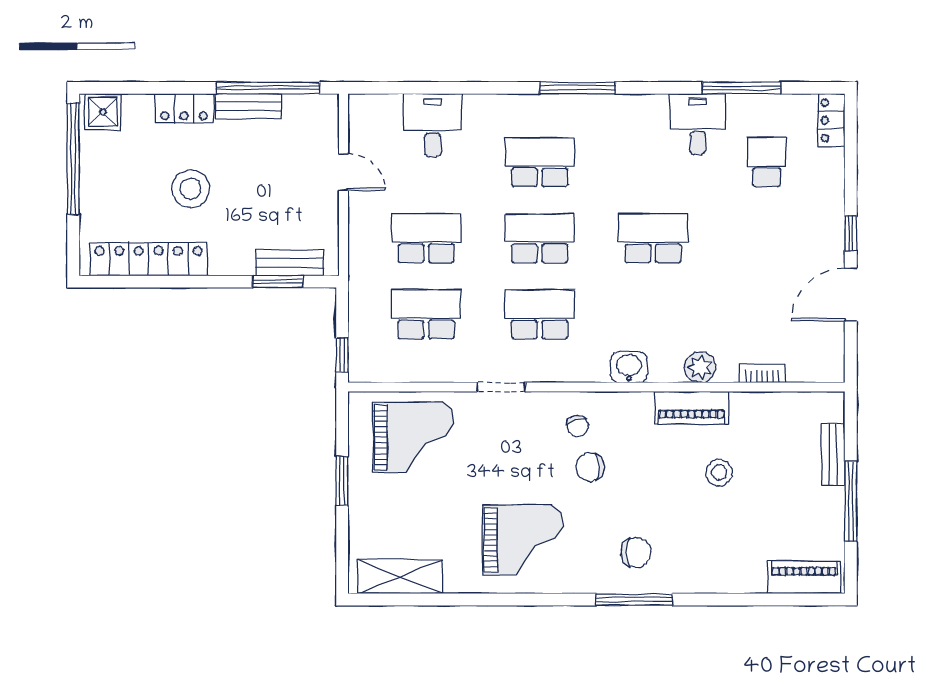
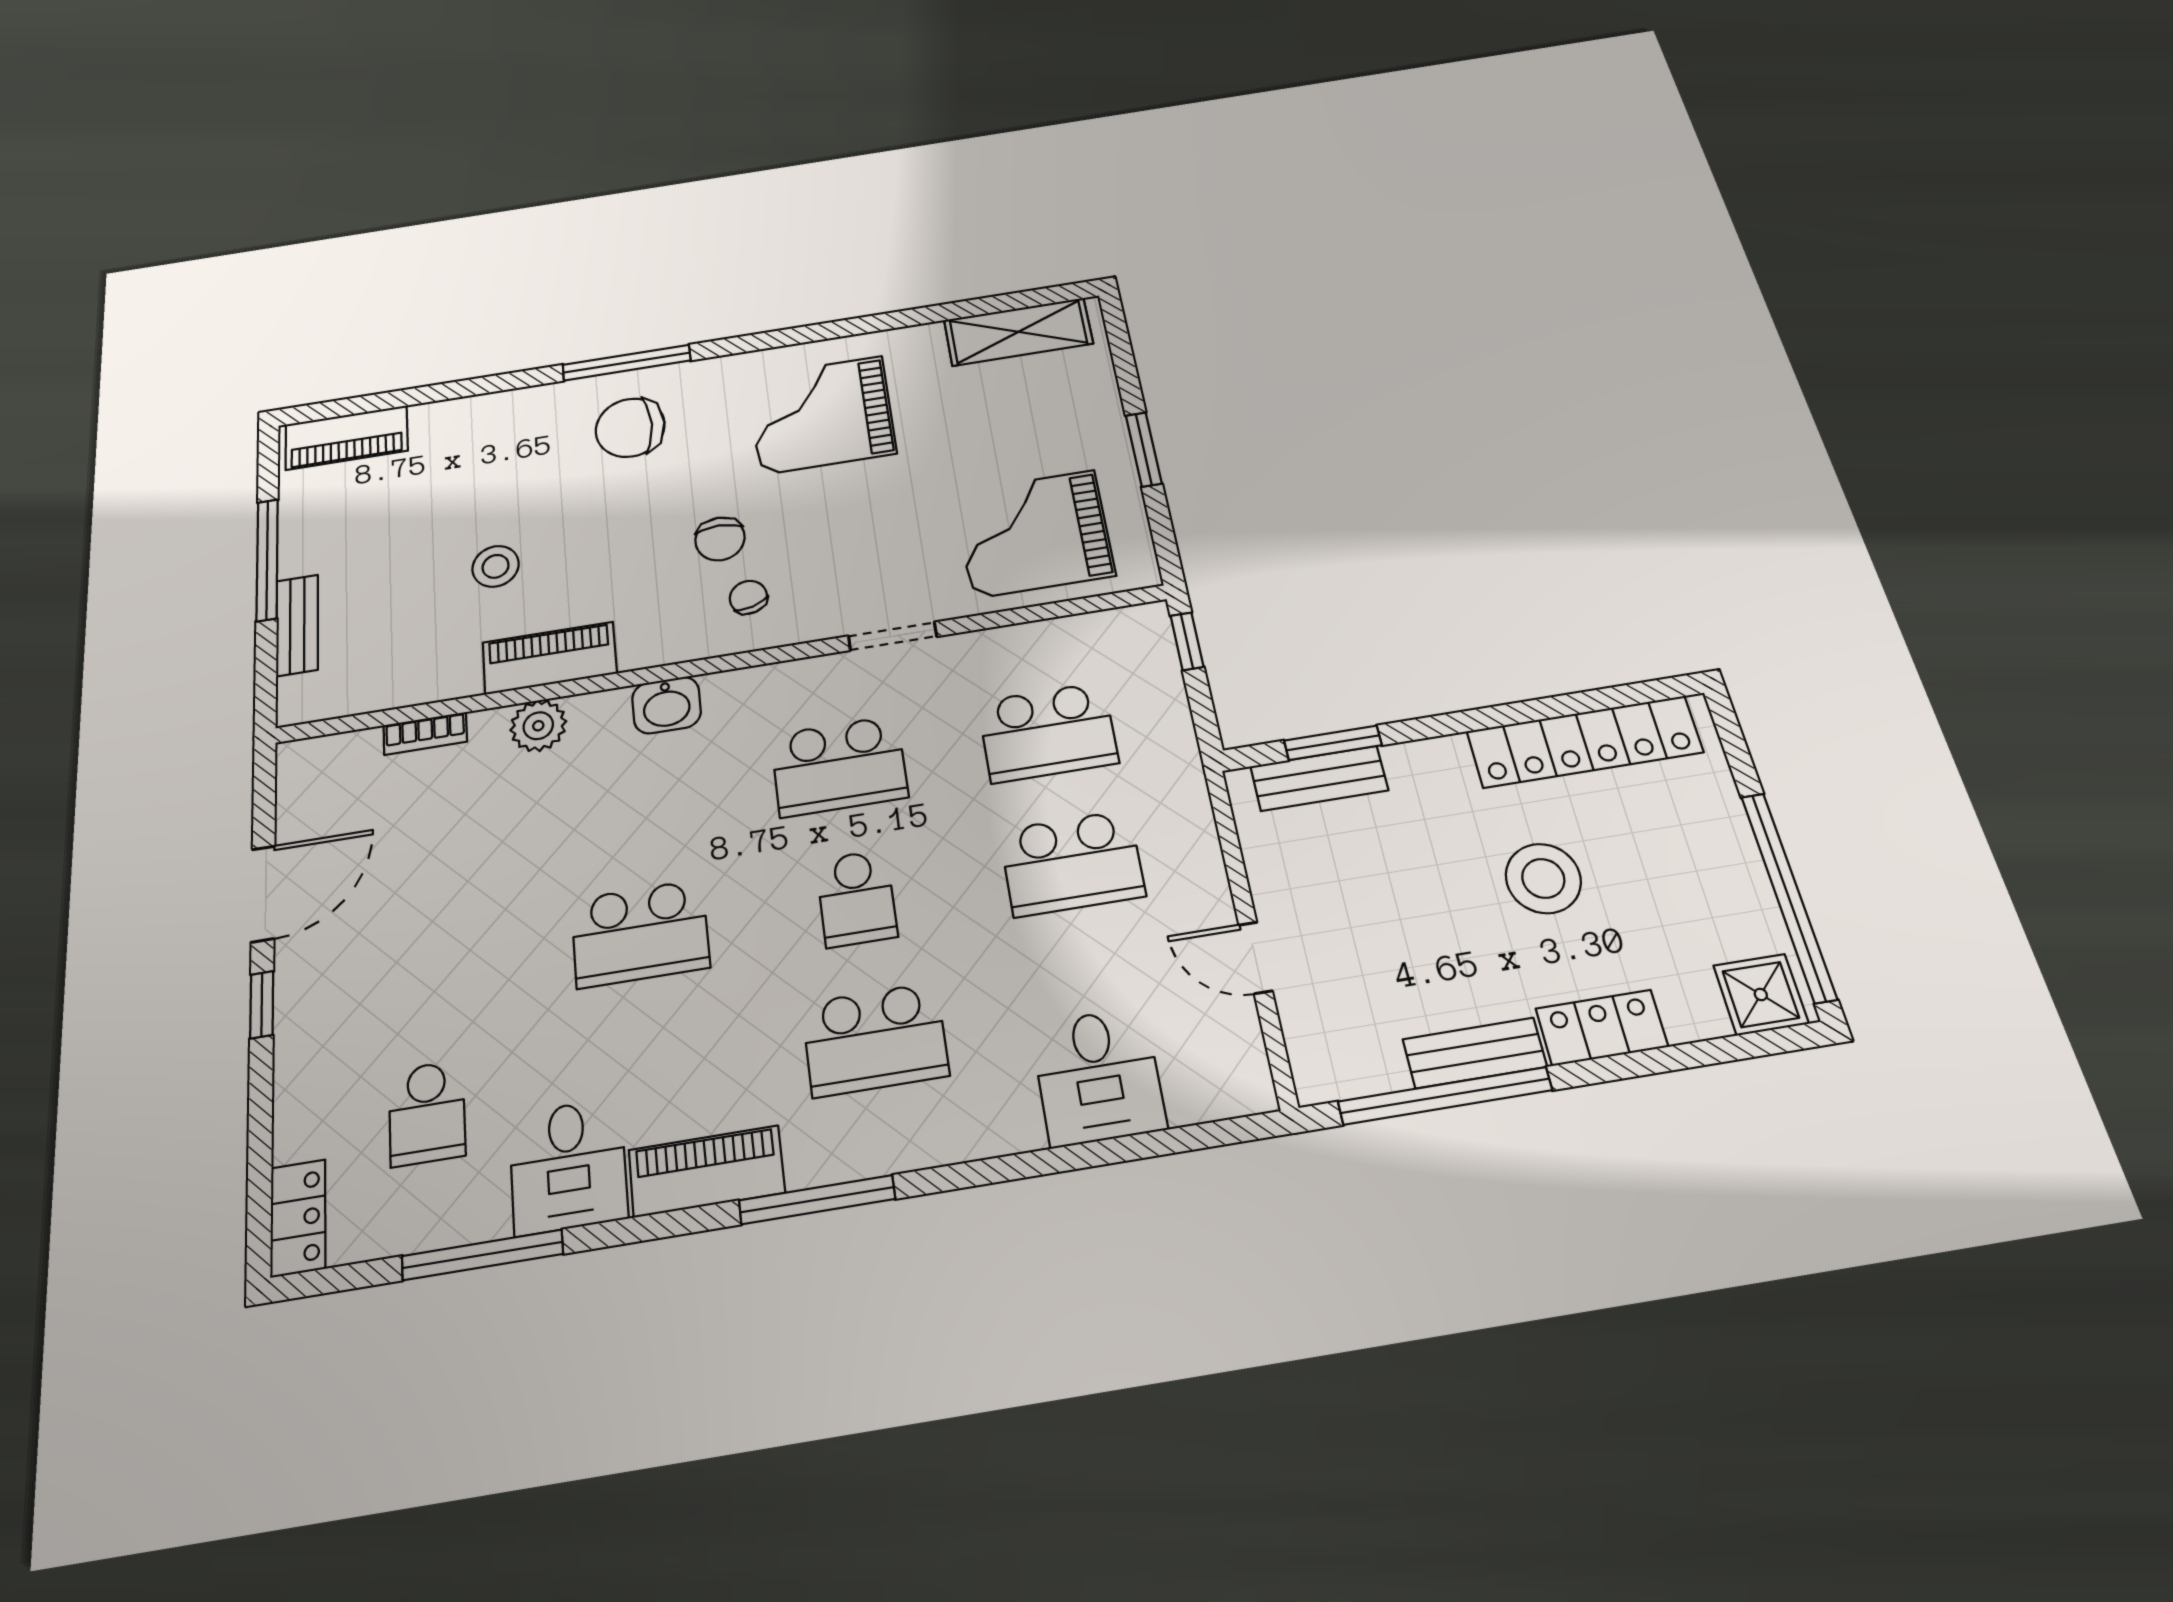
piano: (630, 110) -> (706, 1171), added
school desk: (540, 238) -> (856, 898), width x0.54
chair: (590, 467) -> (720, 539), turned 90
chair: (636, 552) -> (630, 428), width x1.37, depth x1.37

